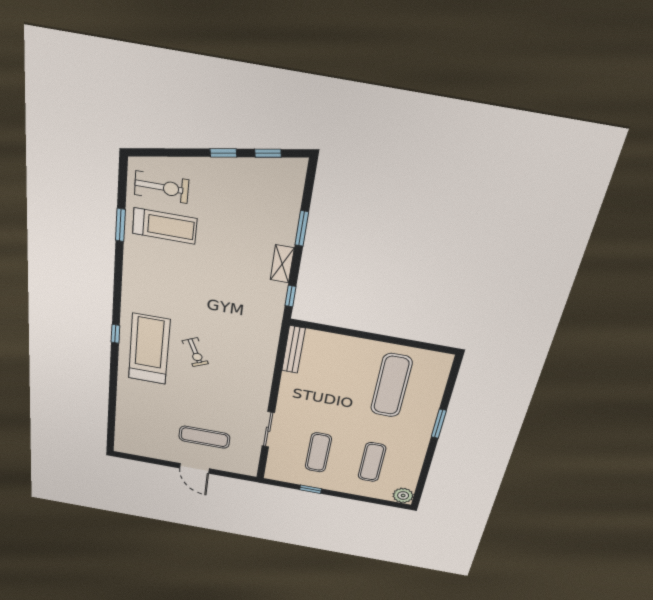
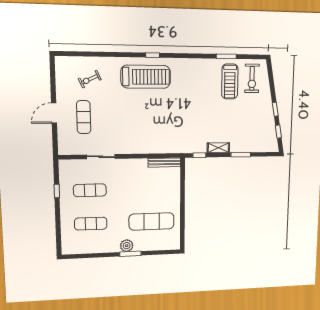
exercise bike: (195, 352) -> (90, 79), moved
plant: (403, 495) -> (127, 246), moved

